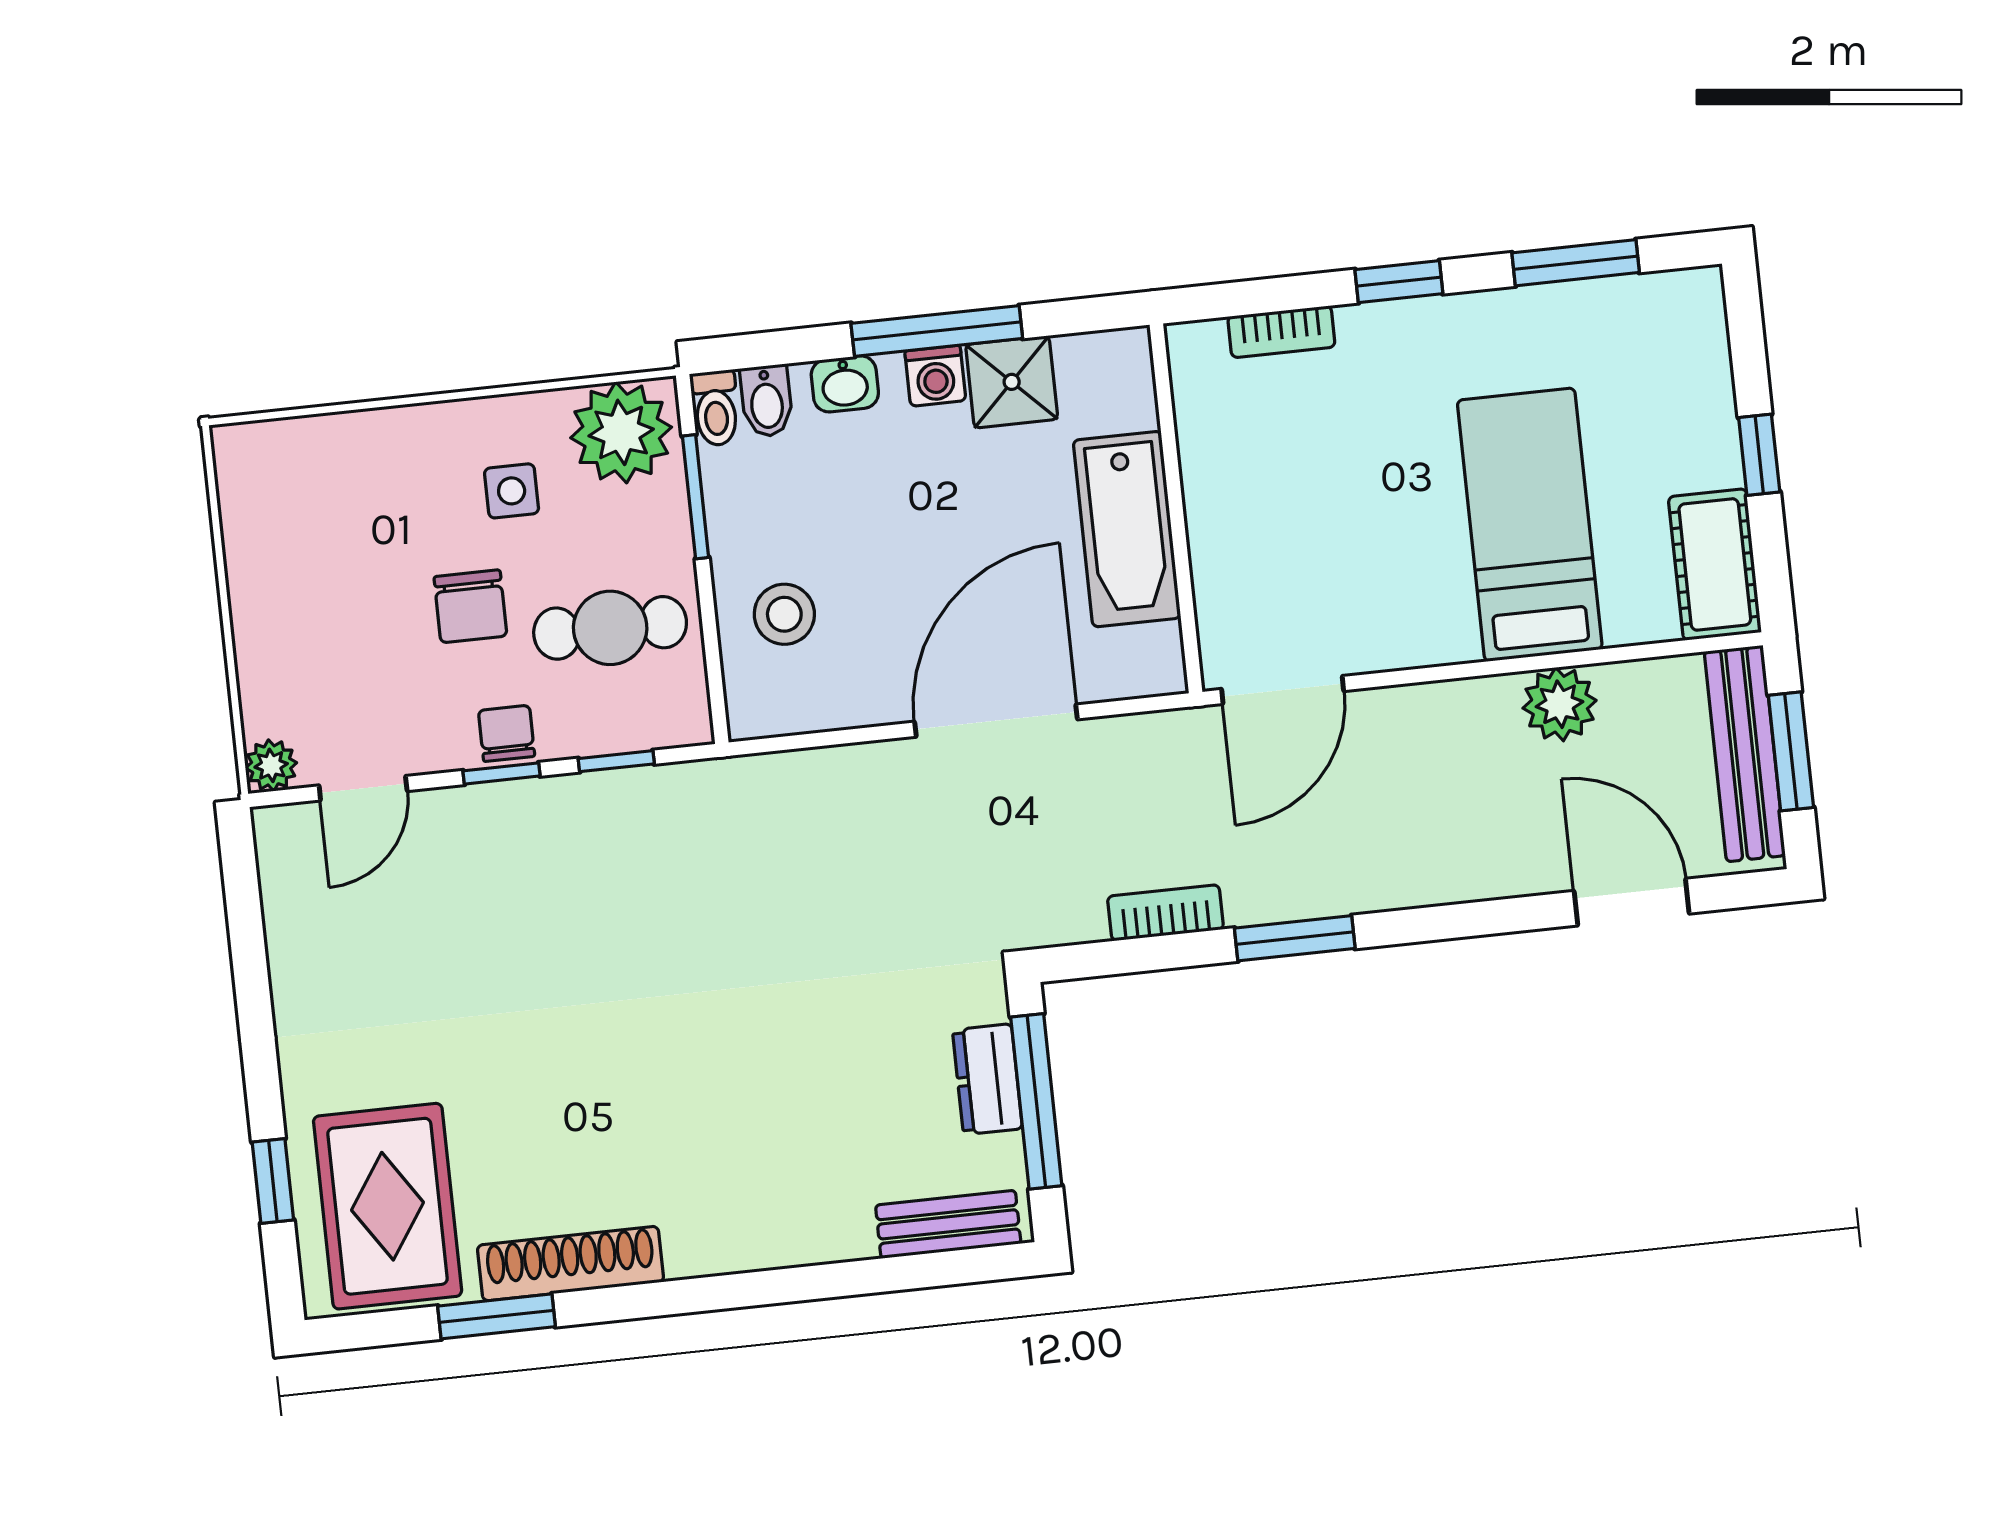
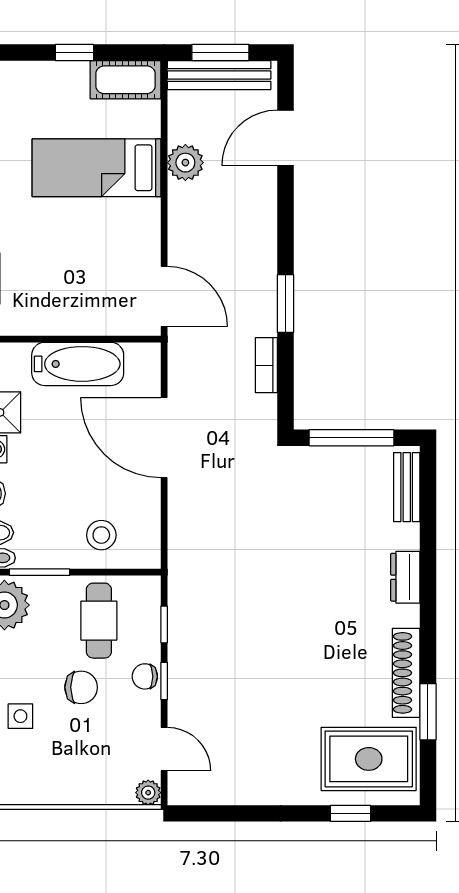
side table: (512, 491) -> (20, 716), moved
dresser: (987, 1079) -> (405, 577), moved, turned 90

